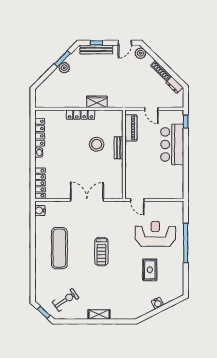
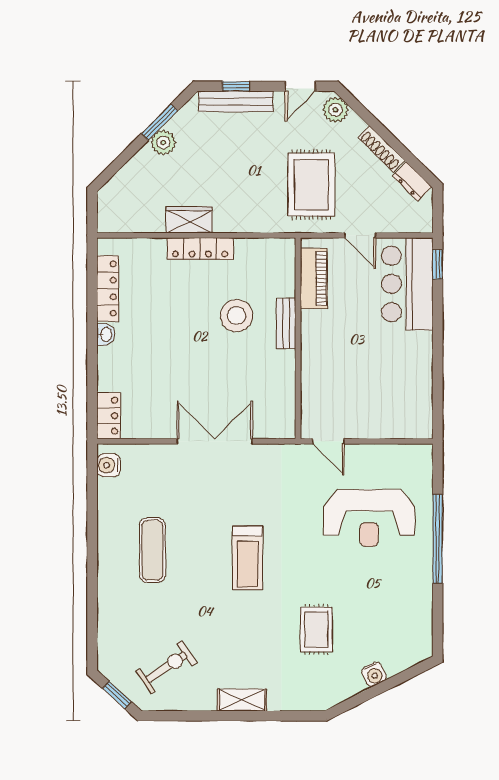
rug: (130, 86) -> (311, 185), added
wardrobe: (97, 102) -> (189, 220), moved
bar counter: (172, 144) -> (407, 284), moved
locker: (40, 183) -> (109, 416), width x0.66
reception desk: (155, 234) -> (369, 518), turned 180
exercise mat: (59, 248) -> (152, 550), width x0.73, depth x0.69
rug: (150, 270) -> (316, 629), moved

